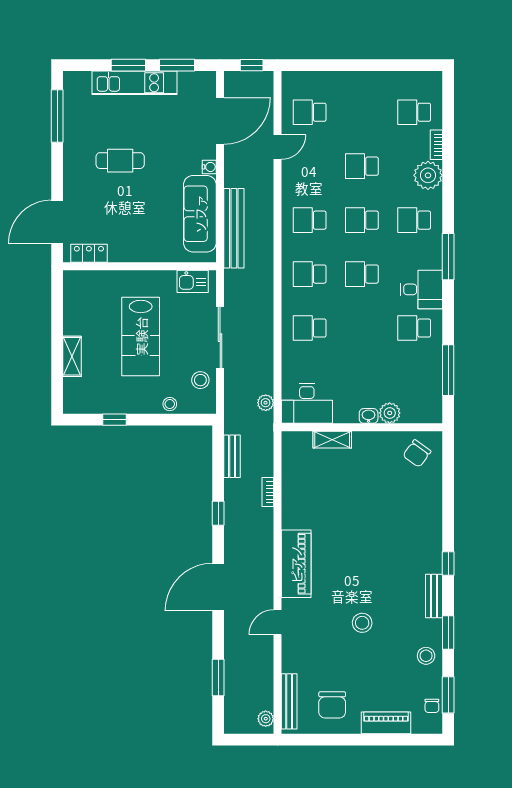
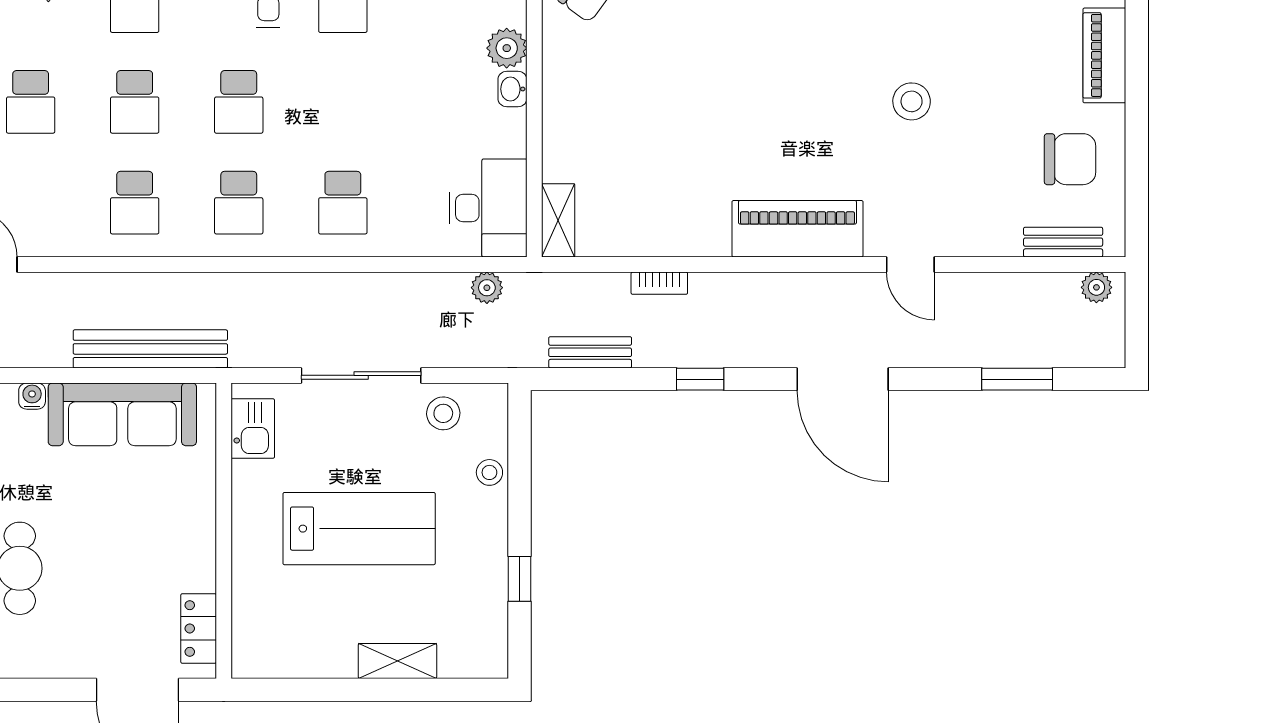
shelving: (332, 440) -> (558, 220), moved
bench: (289, 701) -> (1063, 242), width x0.73

